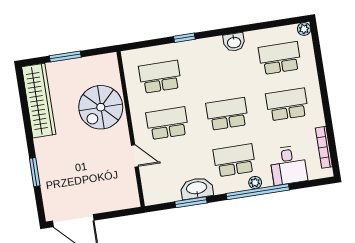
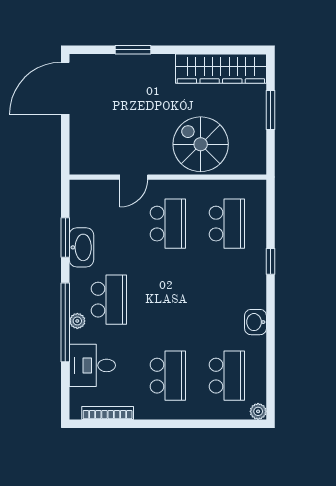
school desk: (227, 114) -> (168, 300), removed

